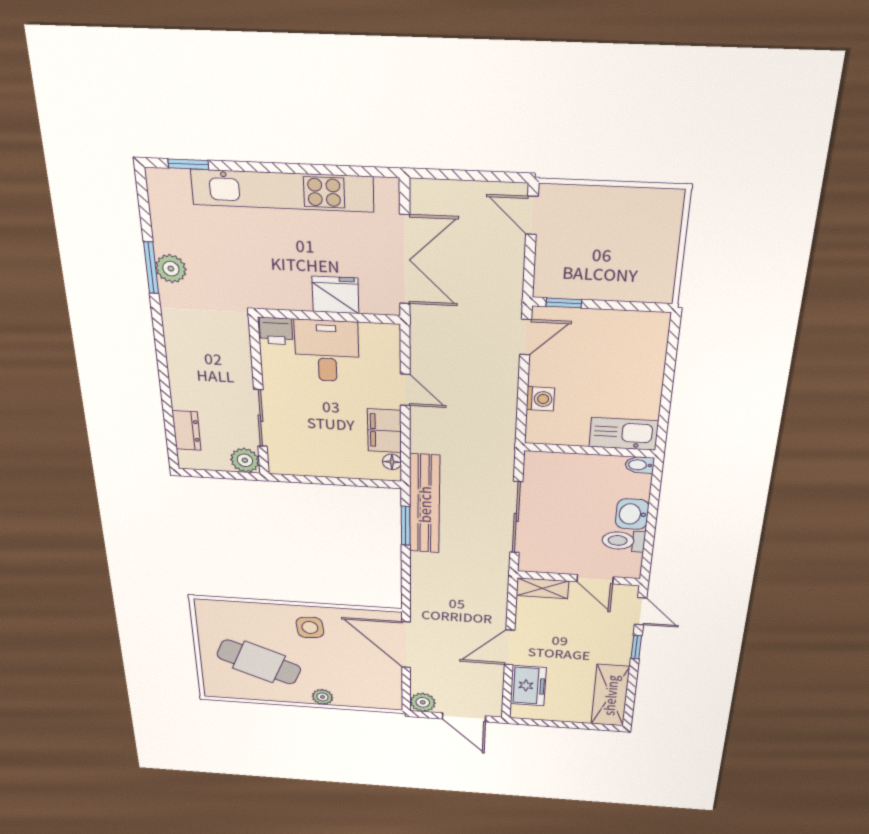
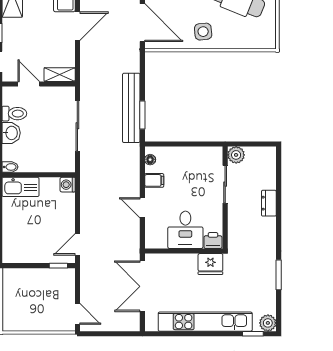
plant: (171, 269) -> (268, 323), moved
fridge: (335, 295) -> (210, 264), moved
washing machine: (540, 399) -> (68, 185), moved
dresser: (186, 430) -> (269, 203), moved
filing cabinet: (384, 431) -> (154, 180), width x0.50
bench: (424, 504) -> (131, 108), moved

